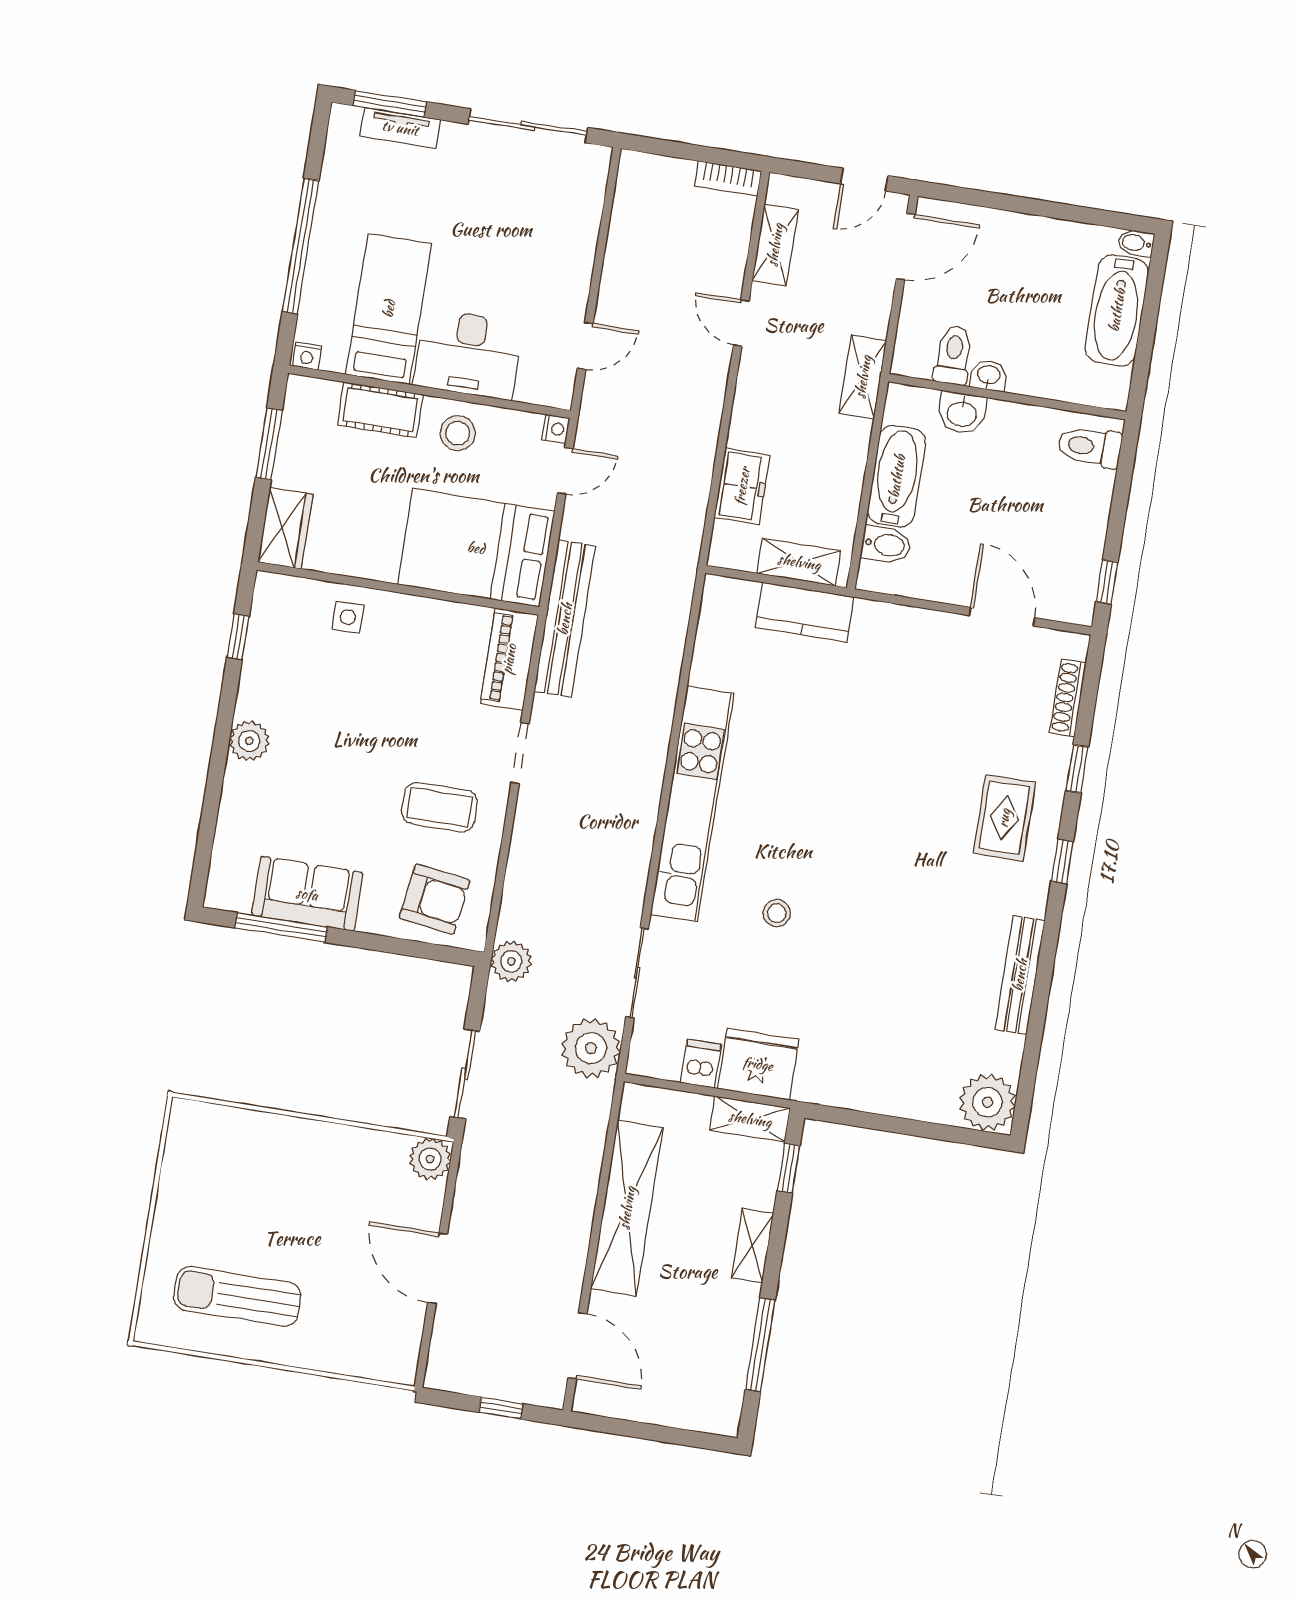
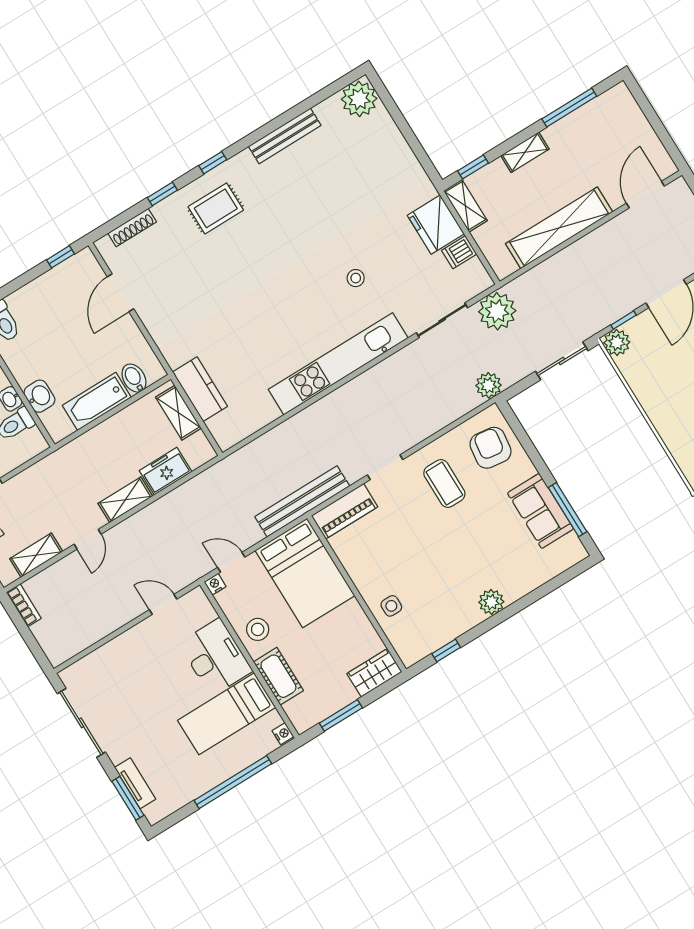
shelving: (863, 377) -> (125, 500), moved
window: (450, 1190) -> (623, 320), added

